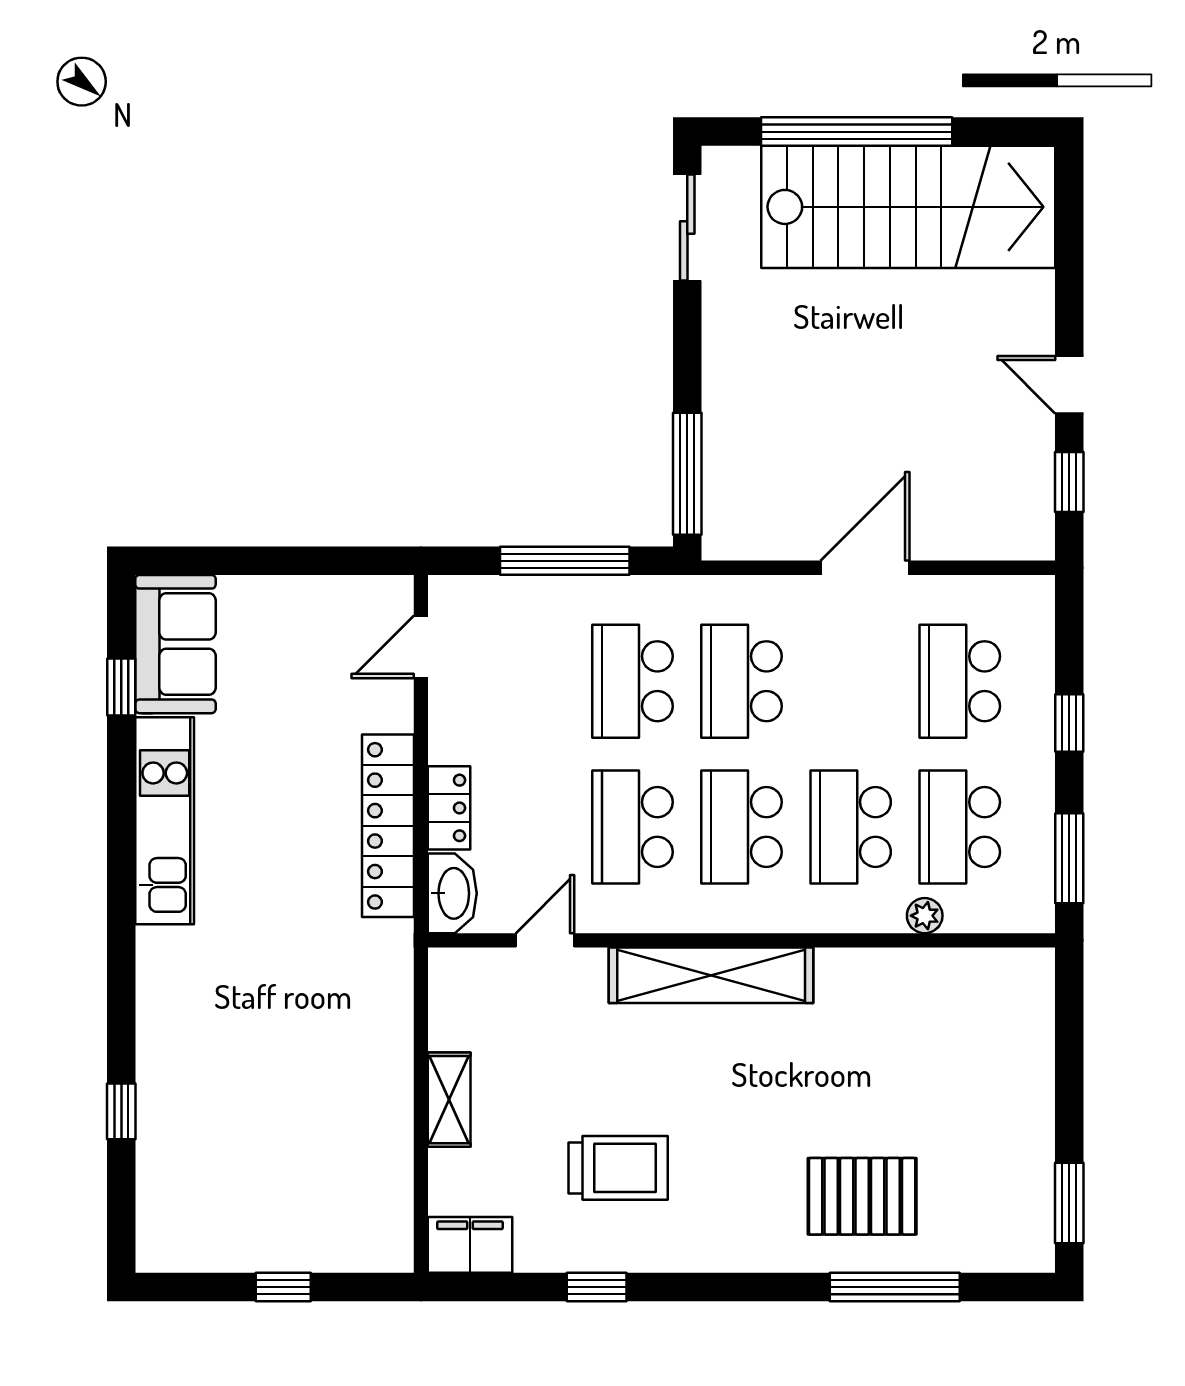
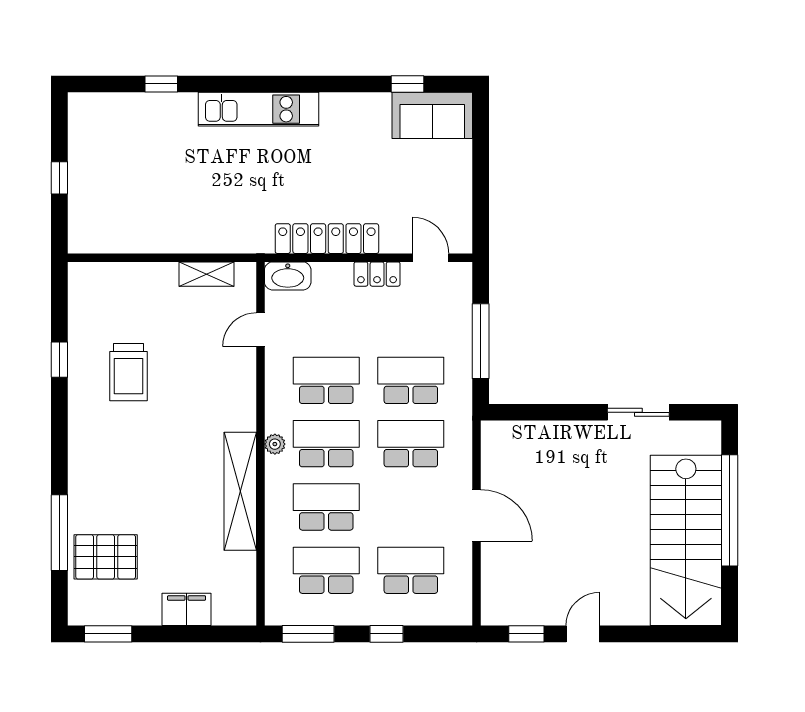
sliding door: (687, 228) -> (638, 412), moved
window: (687, 474) -> (531, 412), removed
locker: (449, 808) -> (377, 274), moved
kitchen unit: (165, 821) -> (259, 109), moved
plant: (925, 916) -> (275, 444), moved
door: (545, 940) -> (260, 330), swing flipped
shelving: (711, 975) -> (240, 491), moved
shelving: (449, 1100) -> (207, 274), moved
pallet: (862, 1196) -> (106, 557), moved, turned 90
filing cabinet: (470, 1245) -> (187, 609), moved, turned -90

